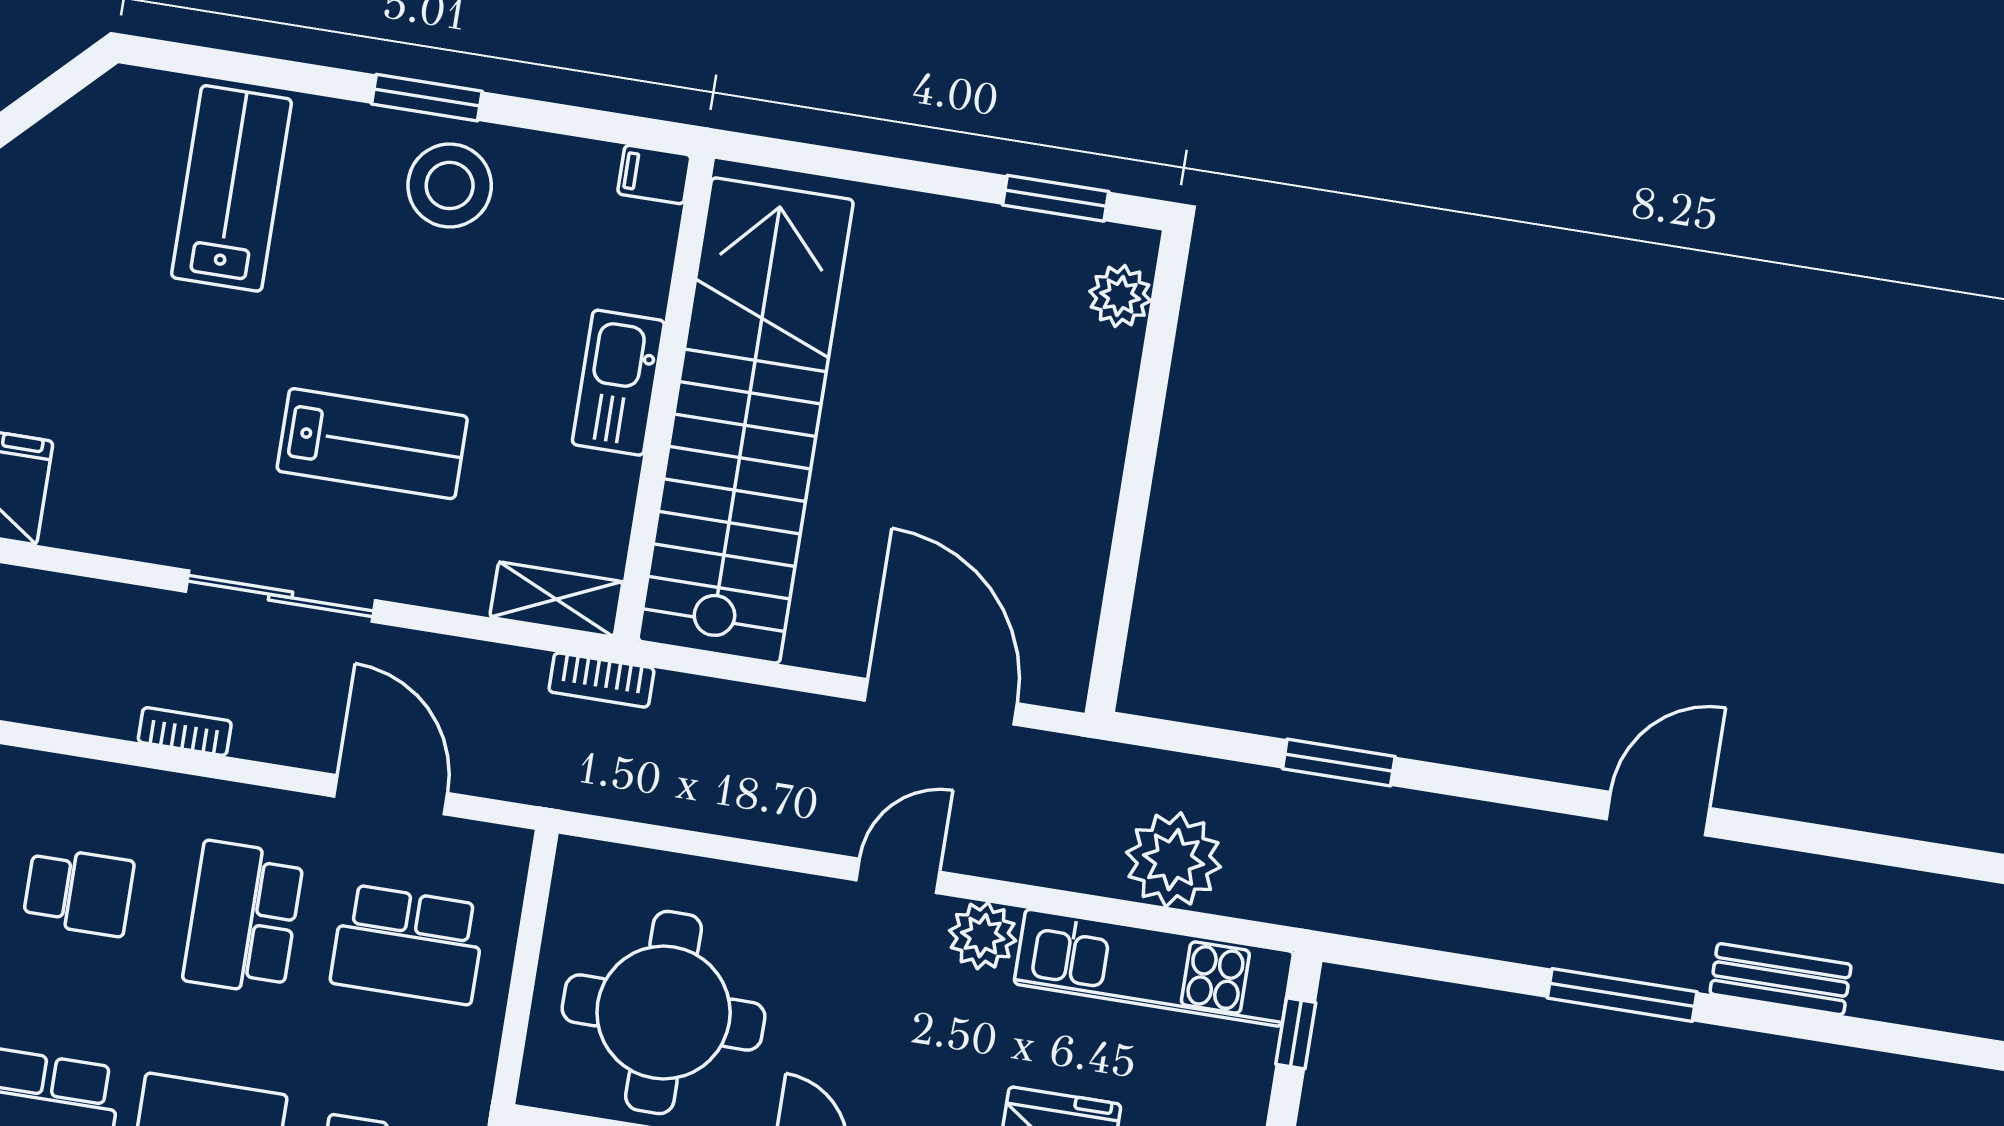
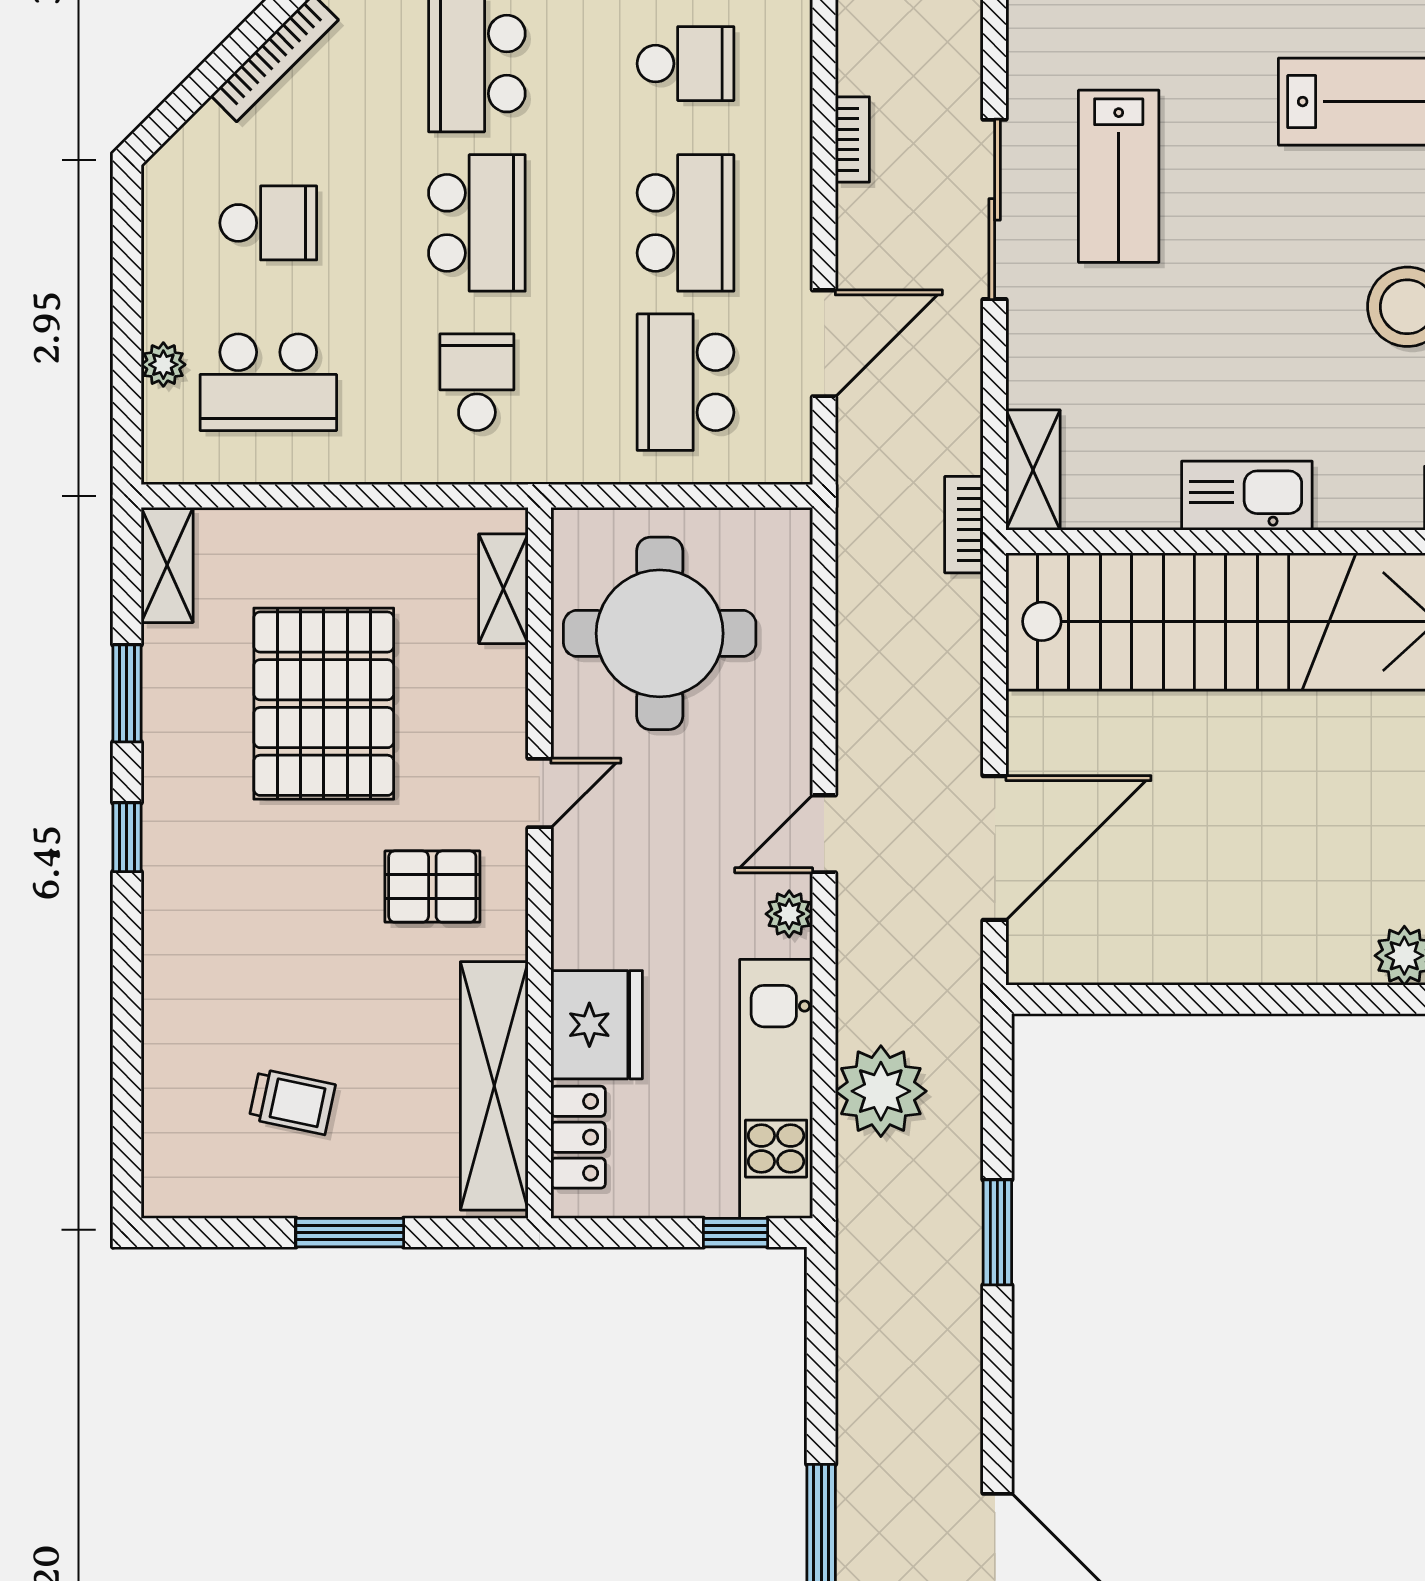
lab bench: (372, 444) -> (1119, 176), moved
door: (898, 876) -> (824, 834), swing flipped
school desk: (79, 891) -> (685, 64), turned -90
school desk: (243, 918) -> (685, 223), turned 90
plant: (983, 936) -> (789, 914), width x0.73, depth x0.73

